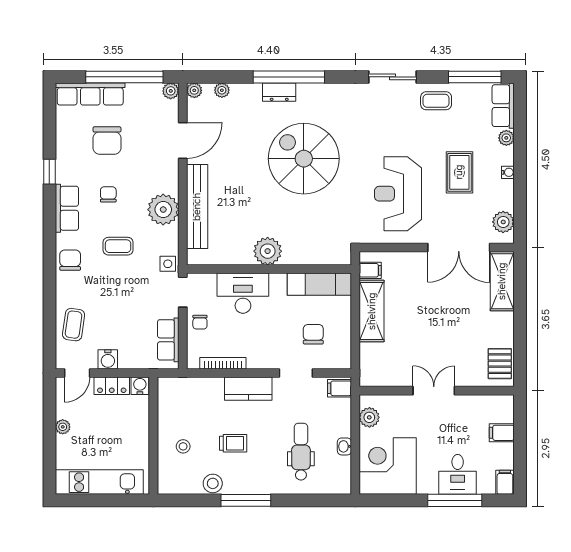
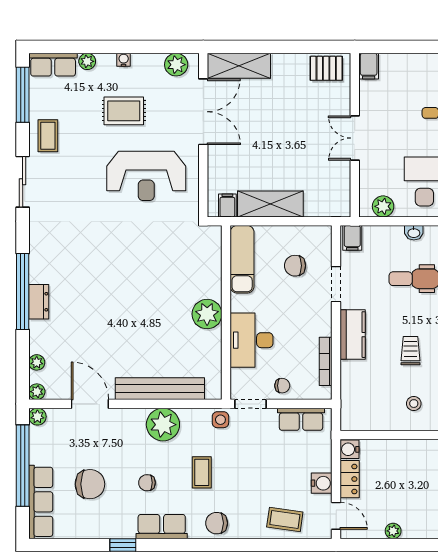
spiral stairs: (304, 159) -> (109, 276), removed
filing cabinet: (502, 433) -> (369, 66), moved

